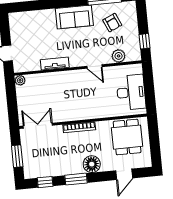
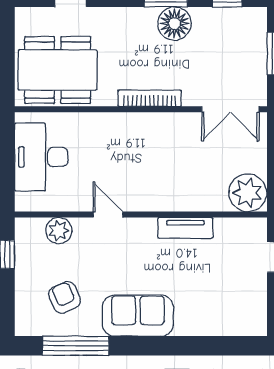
plant: (20, 80) -> (248, 193), width x1.88, depth x1.88
dining table: (127, 137) -> (58, 70), width x1.38
floor lamp: (92, 164) -> (175, 24), moved

